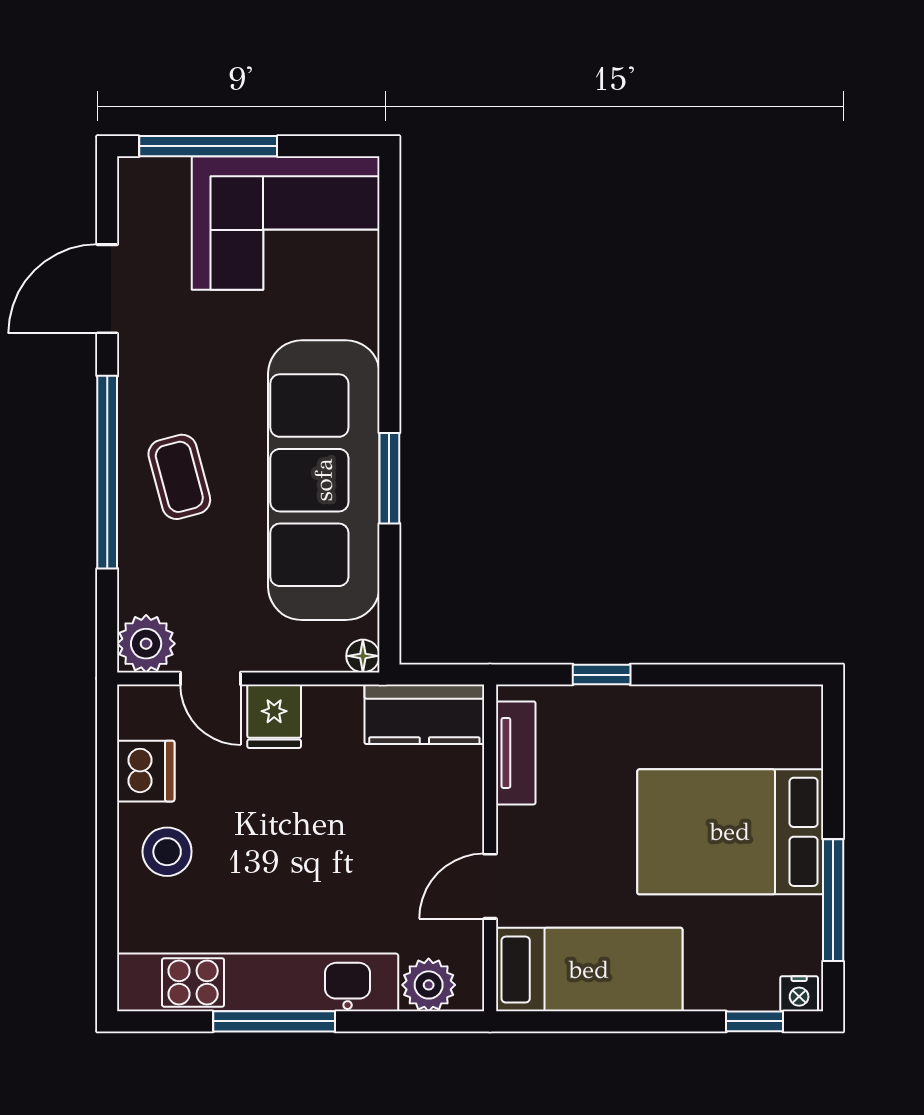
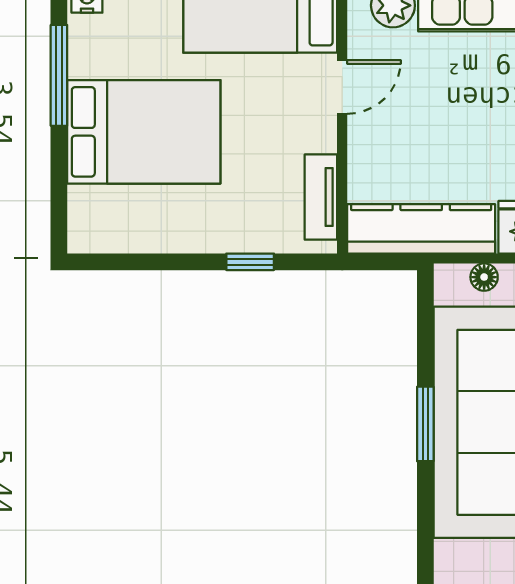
floor lamp: (363, 656) -> (484, 277), moved
kitchen counter: (424, 714) -> (421, 229), width x1.50

